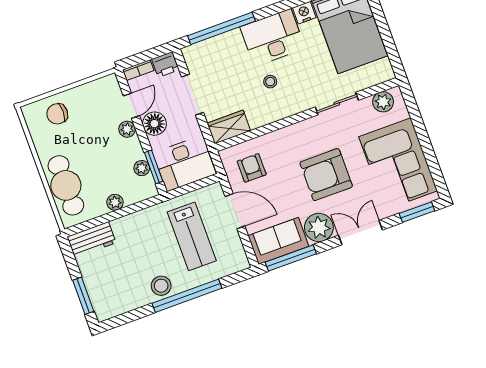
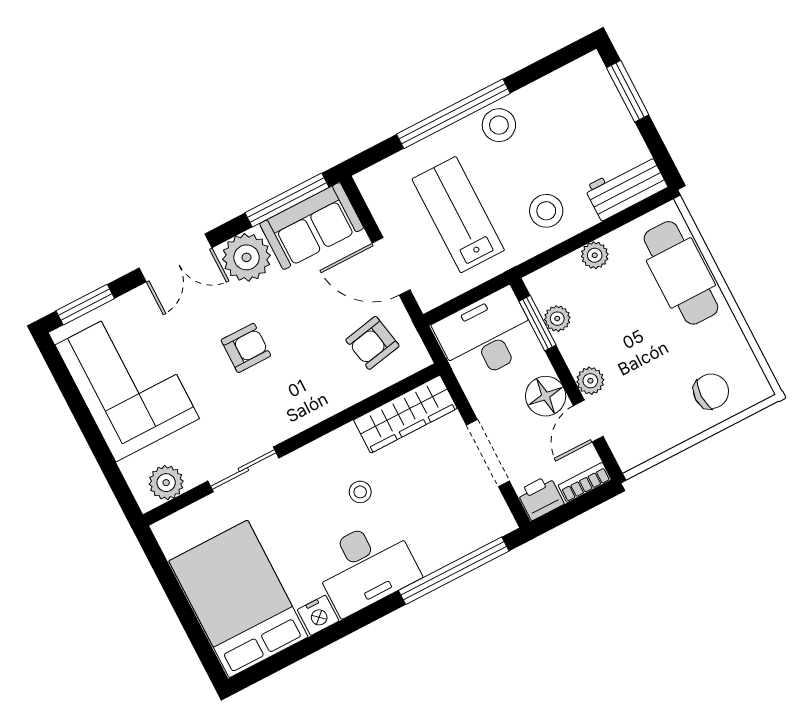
wardrobe: (229, 127) -> (405, 414), width x1.50
armchair: (252, 168) -> (372, 343), turned 79
armchair: (326, 175) -> (246, 348), width x0.53, depth x0.53
stool: (140, 232) -> (546, 211), added

